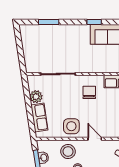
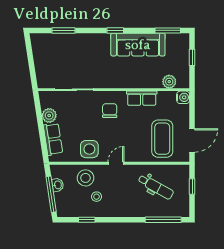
door: (95, 139) -> (116, 163), hinge flipped

